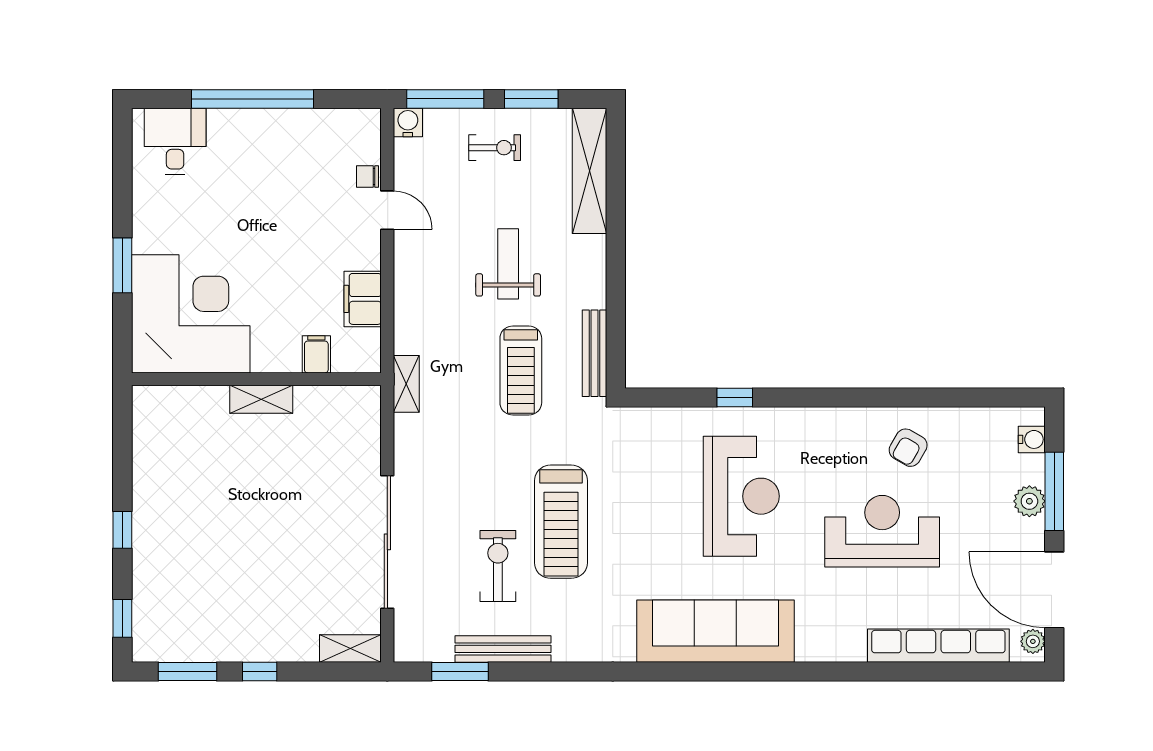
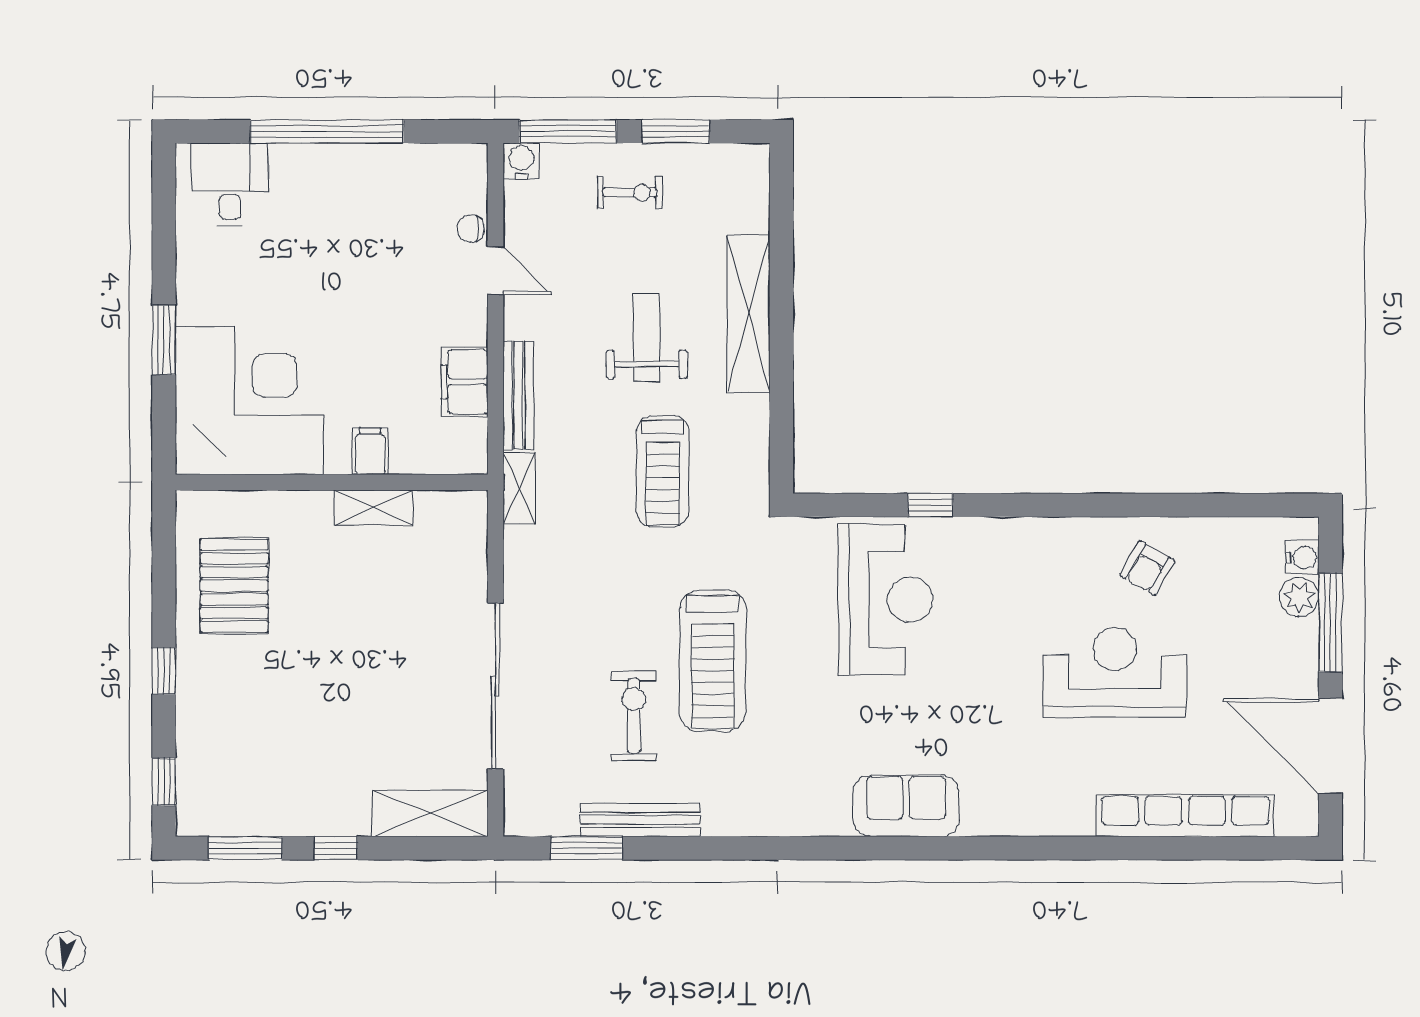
shelving: (589, 171) -> (749, 314), moved
bench: (594, 353) -> (518, 395), moved
filing cabinet: (316, 354) -> (370, 451), moved
shelving: (261, 399) -> (373, 508), moved
pallet: (179, 462) -> (234, 586), added
reception desk: (741, 496) -> (886, 600), moved
plant: (1029, 501) -> (1299, 597), moved
sofa: (715, 631) -> (906, 806), width x0.54, depth x0.79
plant: (1033, 641) -> (1304, 810), removed
shelving: (350, 648) -> (430, 814), width x1.50, depth x1.33

